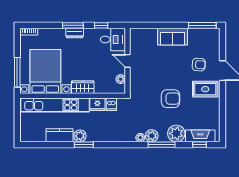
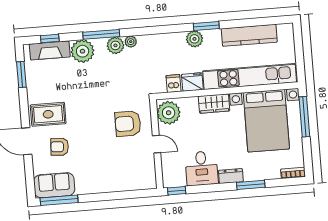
window: (73, 25) -> (251, 185), moved
window: (101, 25) -> (177, 191), moved
sofa: (173, 37) -> (54, 185), moved
desk: (113, 39) -> (202, 168), moved, turned -90
plant: (121, 79) -> (169, 113), width x1.87, depth x1.87
armchair: (171, 99) -> (128, 124), moved
window: (223, 120) -> (21, 74), added
kitchen counter: (59, 135) -> (249, 35), width x1.50
plant: (80, 136) -> (194, 39), moved

